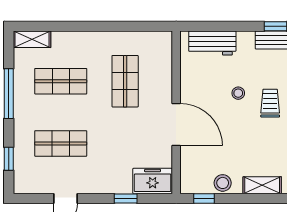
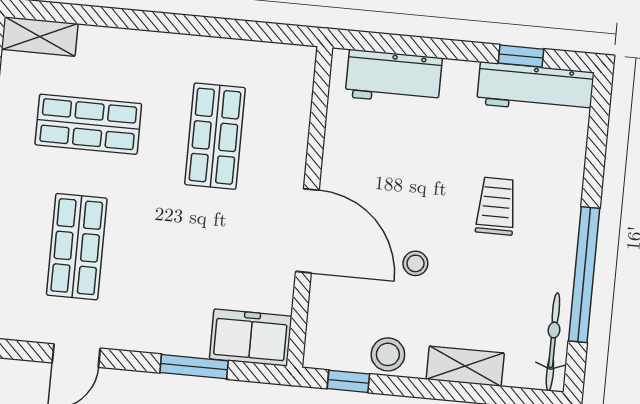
stool: (238, 93) -> (415, 263), moved
shop shelf: (61, 143) -> (77, 247), turned 90
window: (126, 198) -> (194, 367), width x1.50

